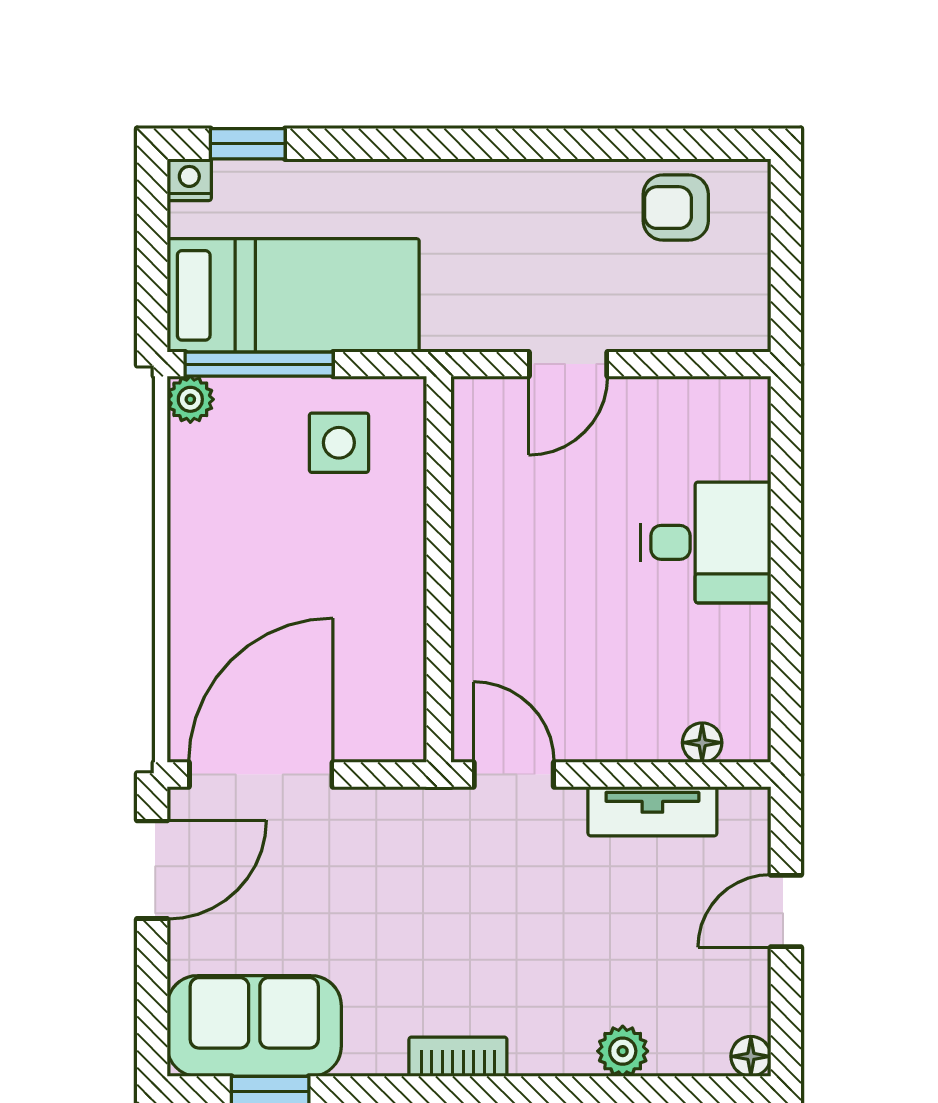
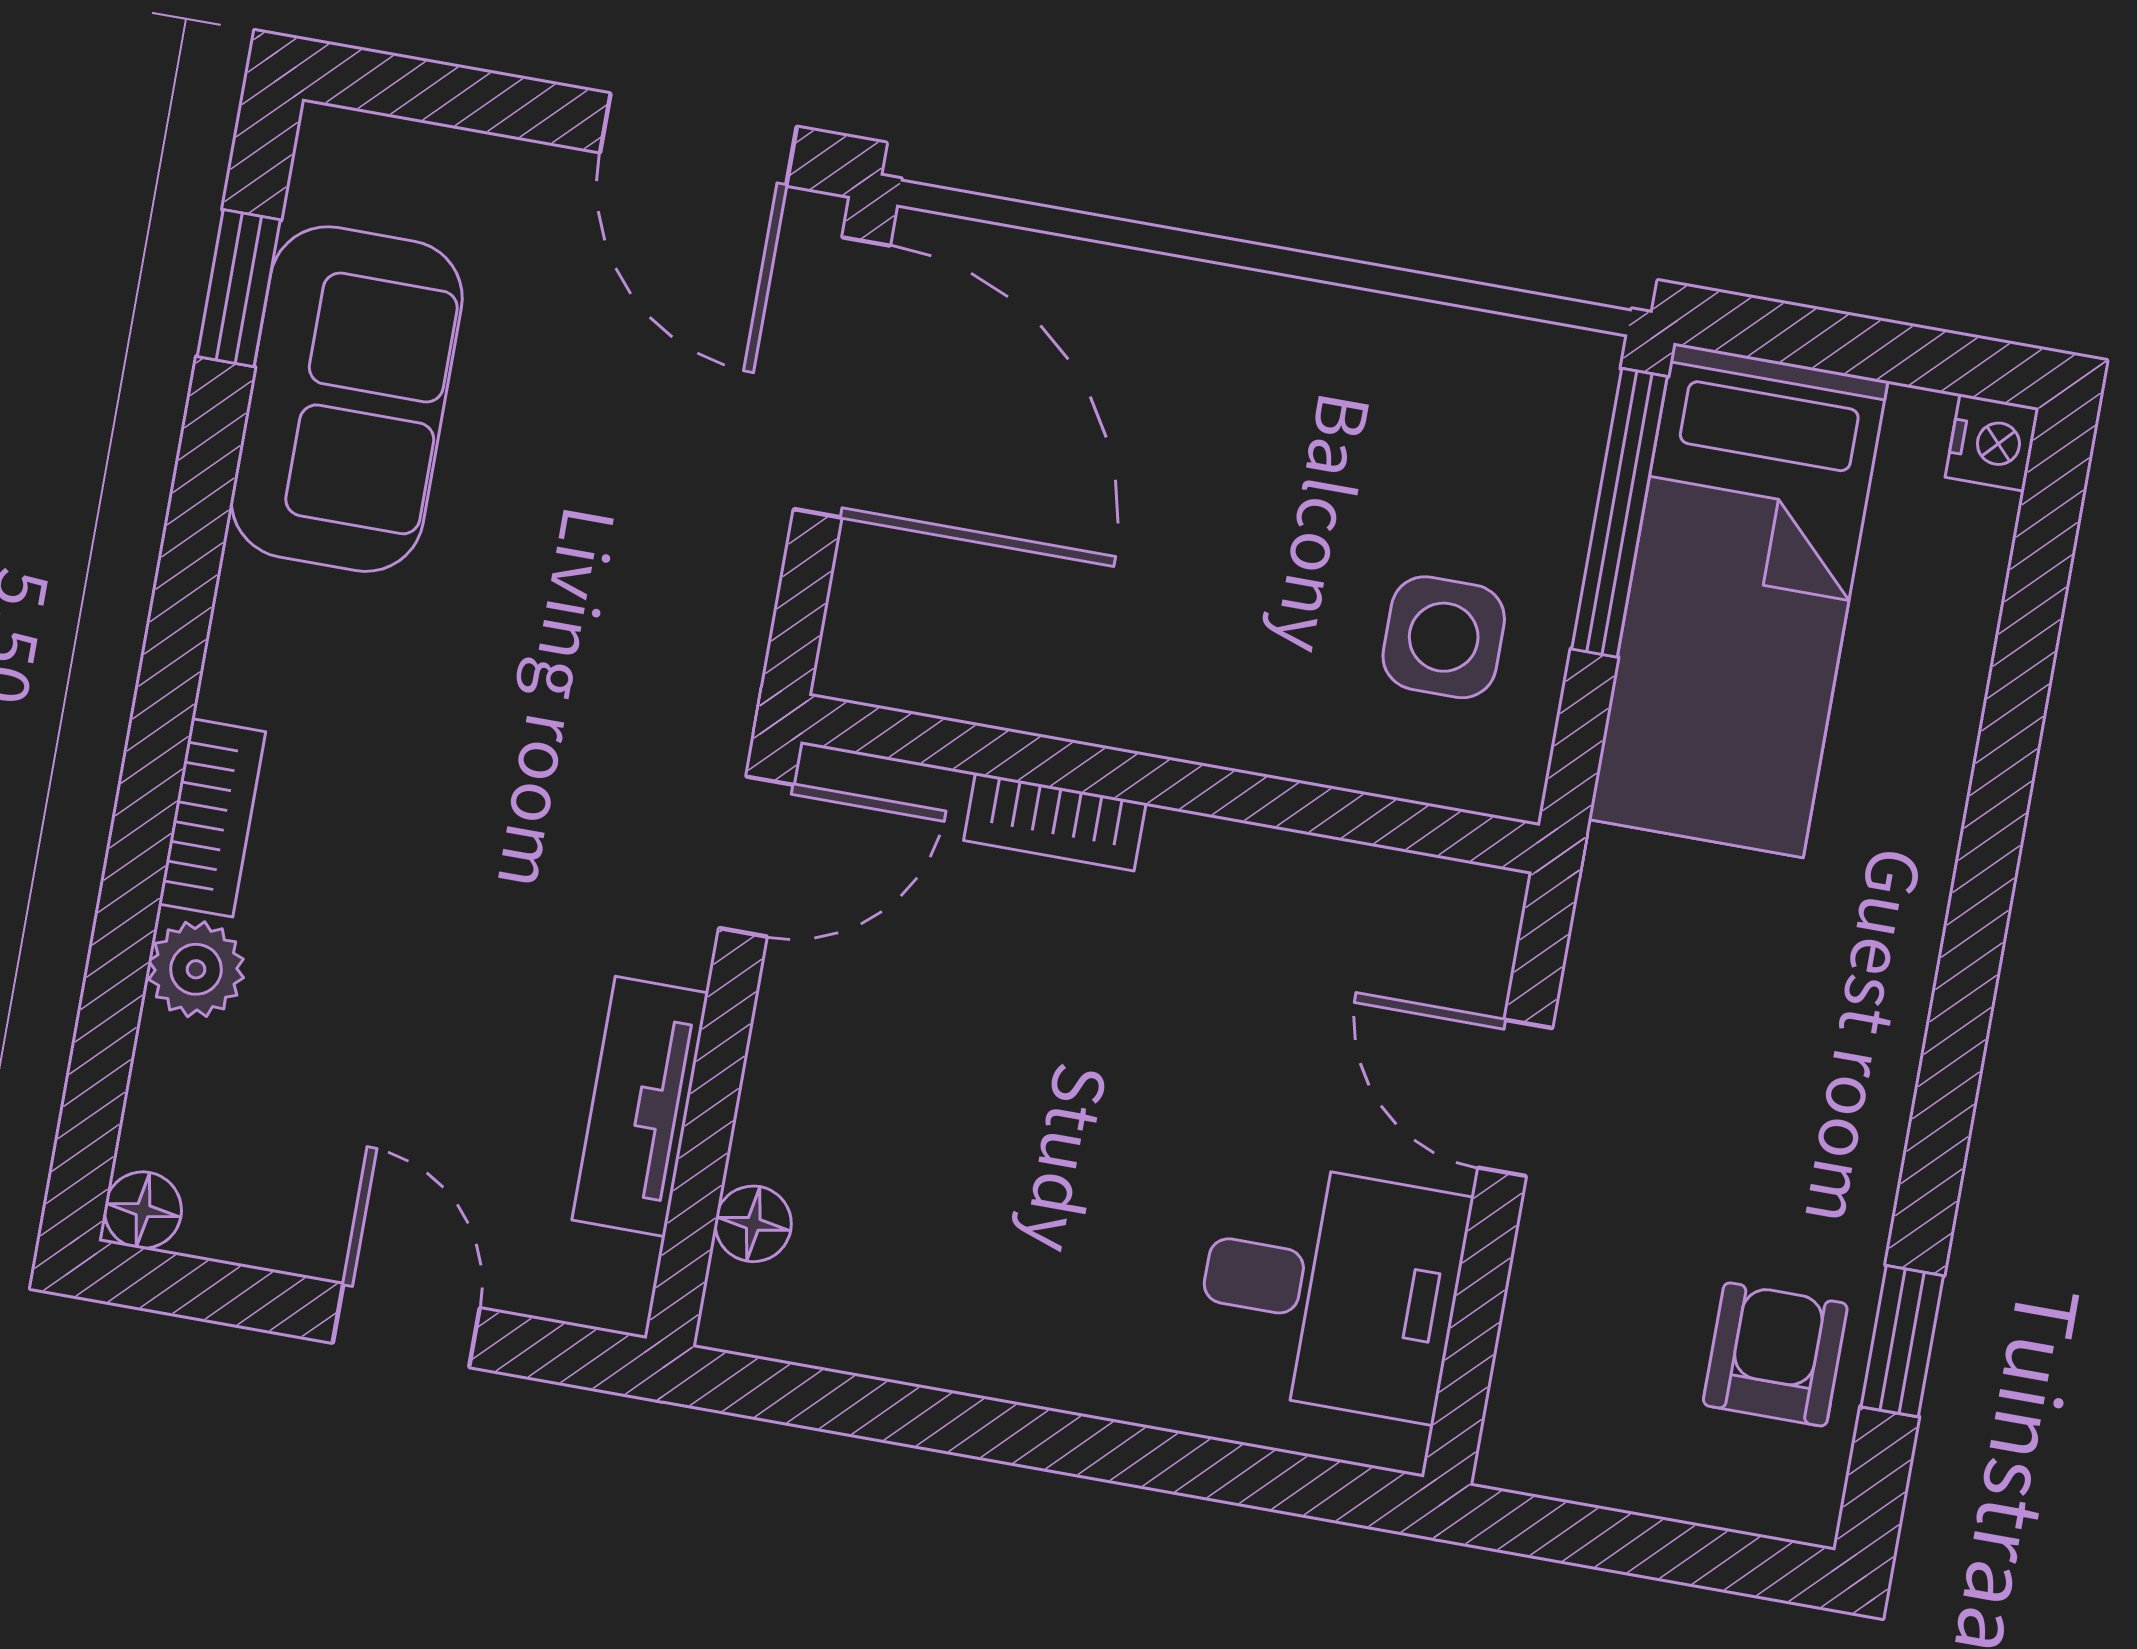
window: (248, 144) -> (1902, 1341), moved
plant: (190, 399) -> (1576, 371), removed
desk: (706, 542) -> (1330, 1290), moved, turned -90
bookcase: (469, 625) -> (1055, 822), added
sofa: (254, 1026) -> (347, 399), moved
bookcase: (458, 1057) -> (212, 818), moved

